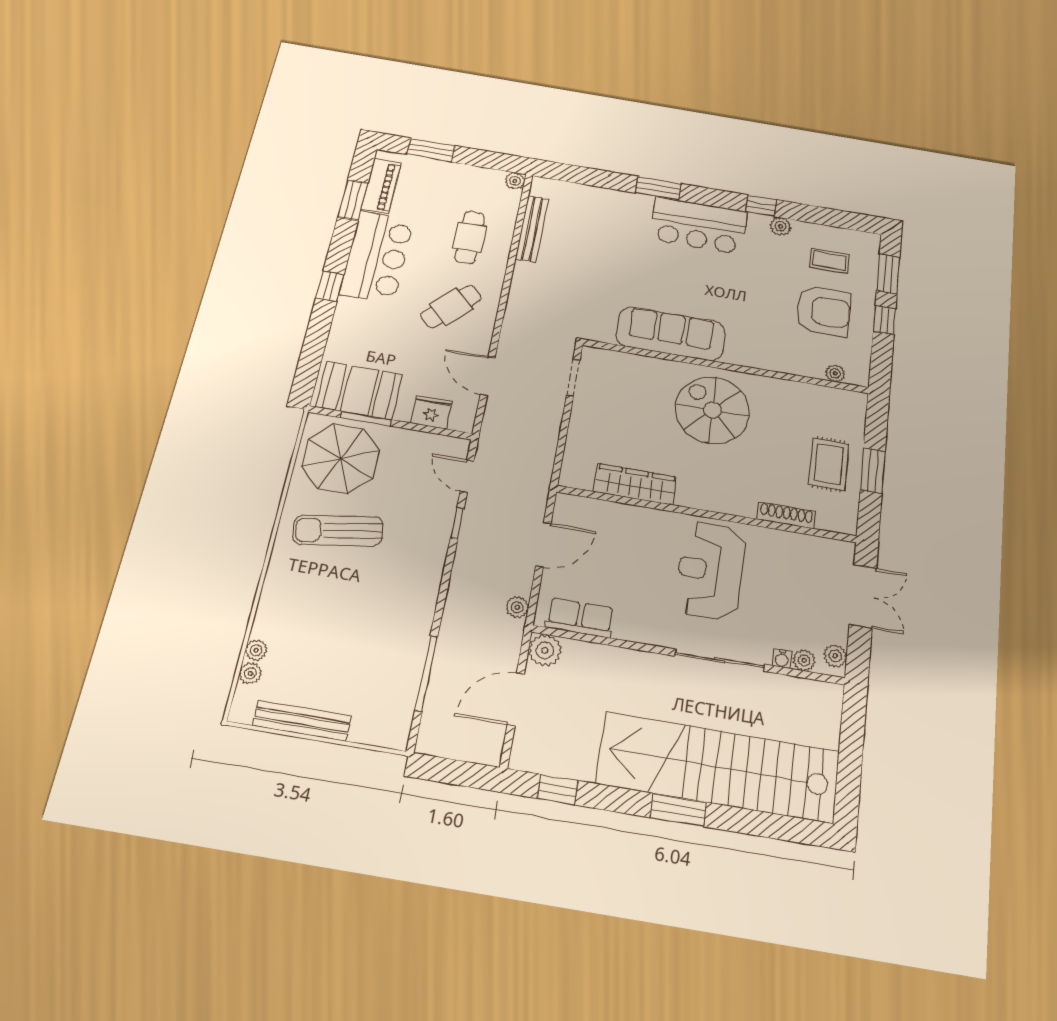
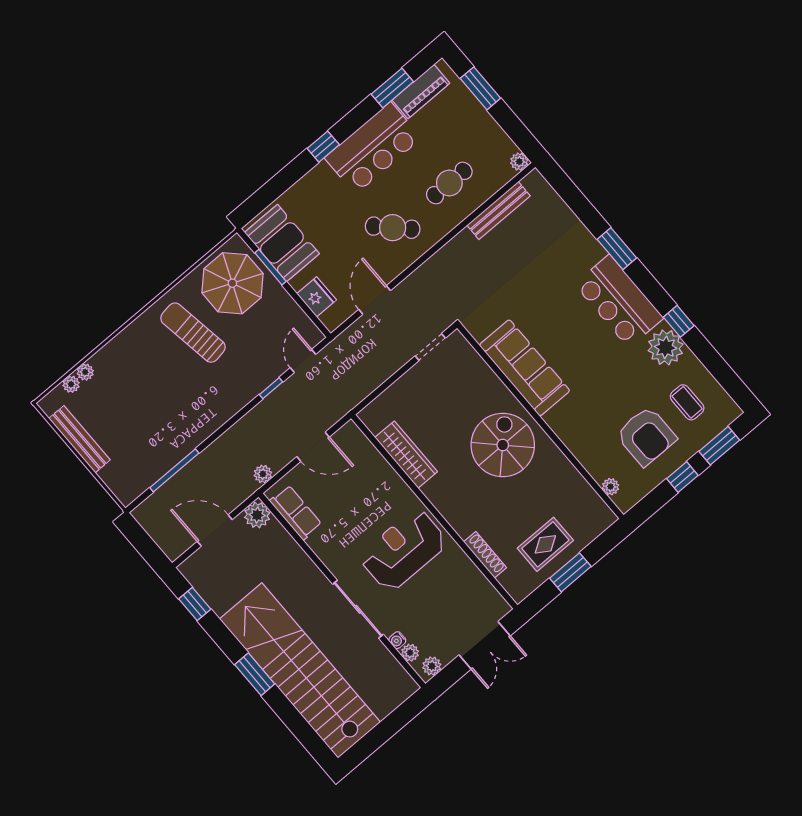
plant: (781, 226) -> (666, 347), width x1.88, depth x1.88

